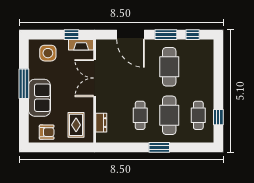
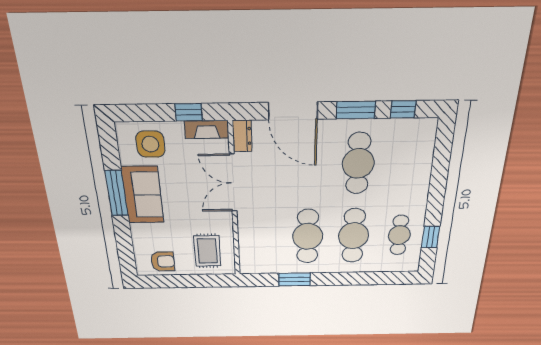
sofa: (39, 98) -> (143, 195), moved
cafe table: (140, 115) -> (308, 236), width x1.37, depth x1.35
dresser: (101, 123) -> (242, 136), moved
window: (159, 147) -> (295, 279), moved

